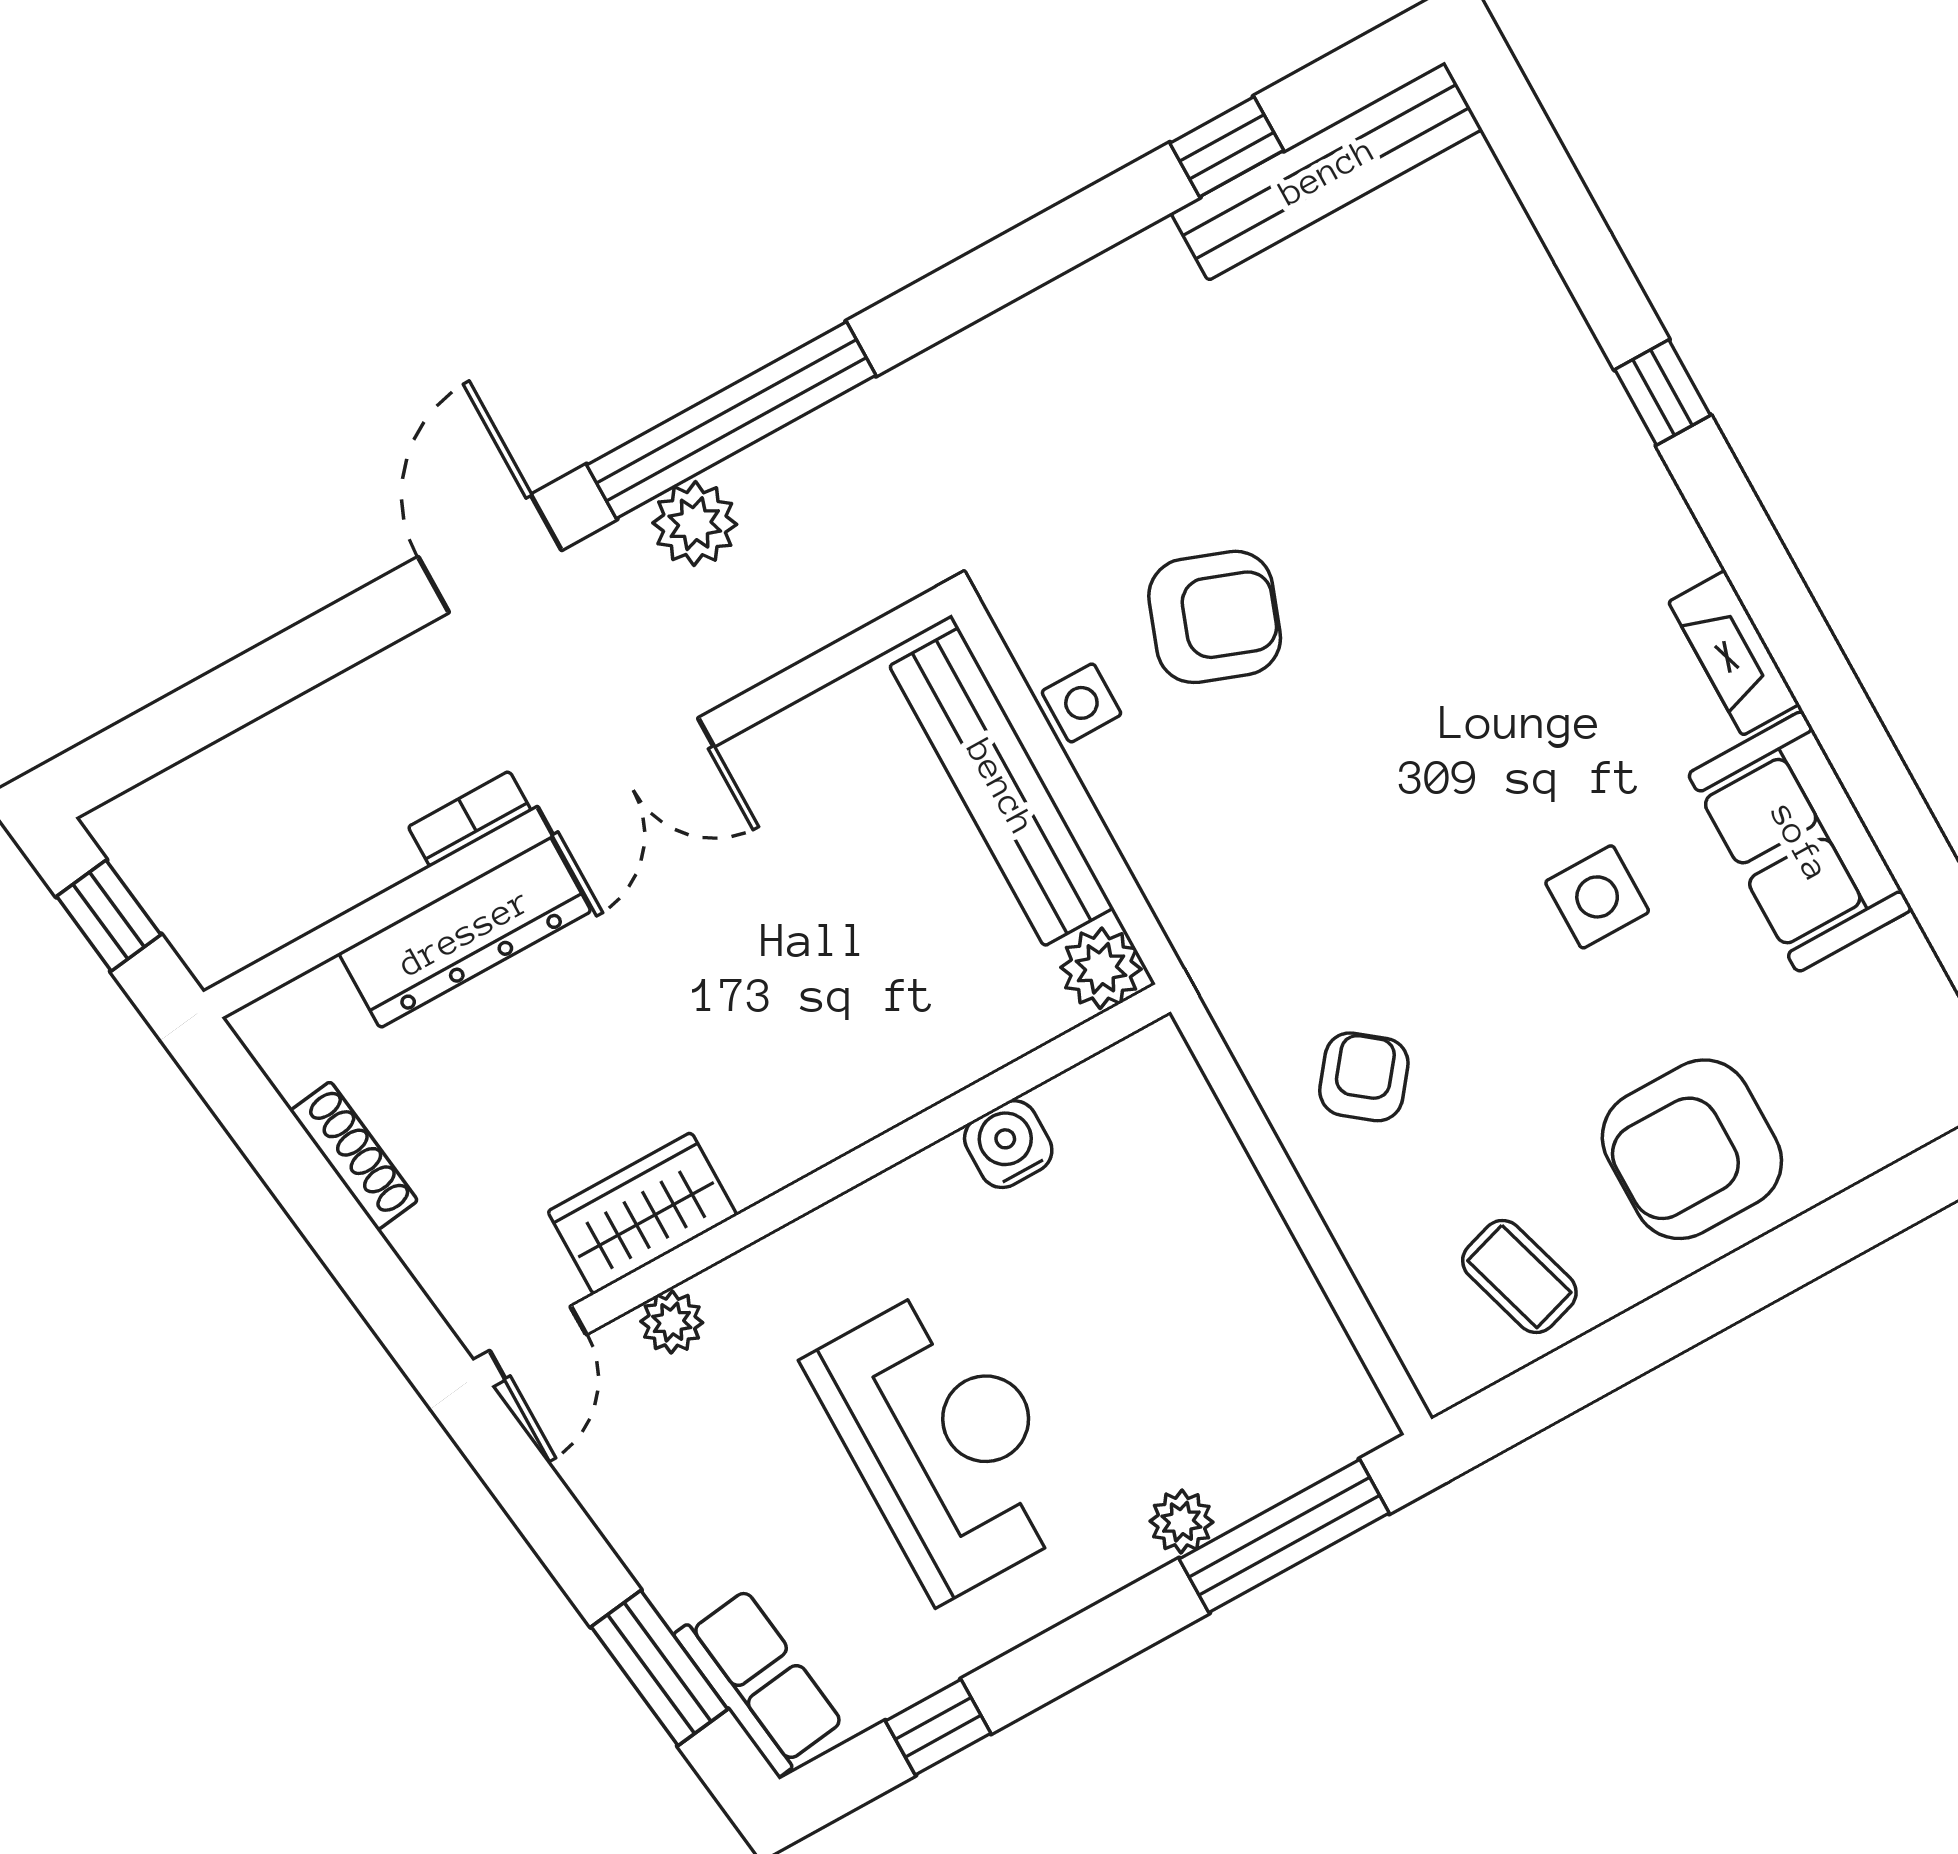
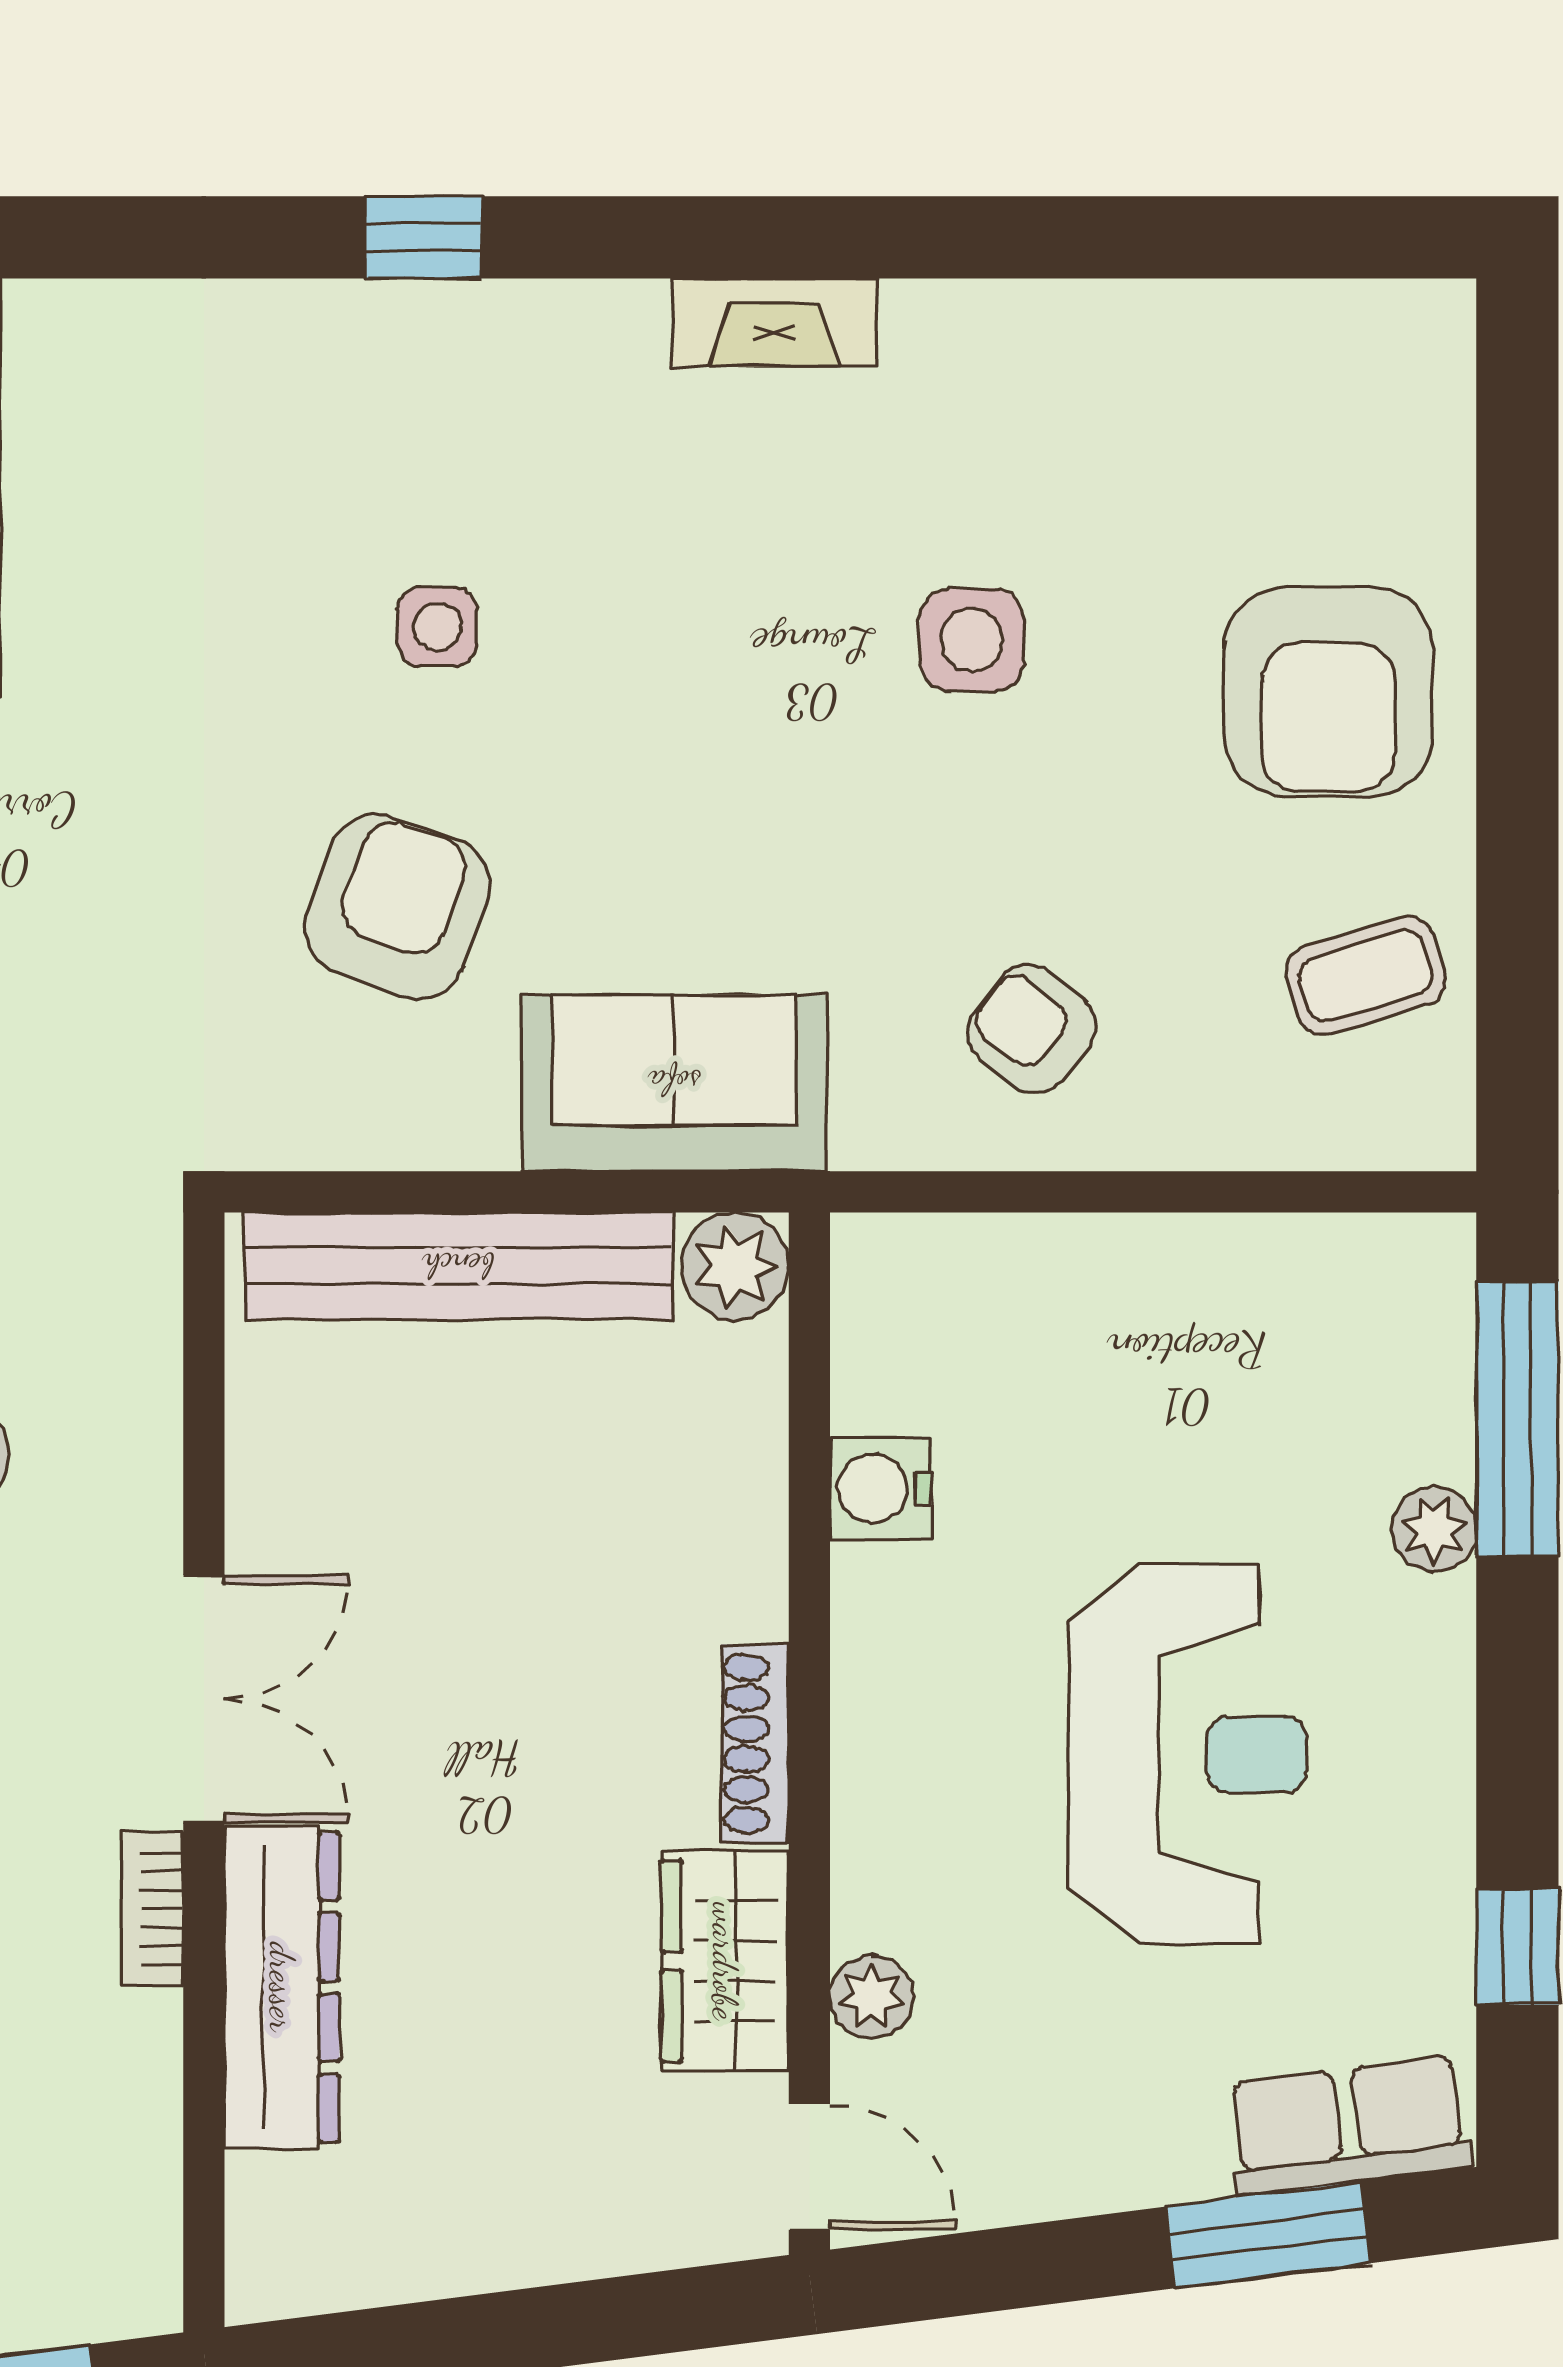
side table: (1081, 703) -> (437, 627), moved
sofa: (1800, 842) -> (674, 1083), moved, turned 180
shoe rack: (354, 1156) -> (755, 1744), moved, turned -83
reception desk: (945, 1441) -> (1187, 1754), turned 90

